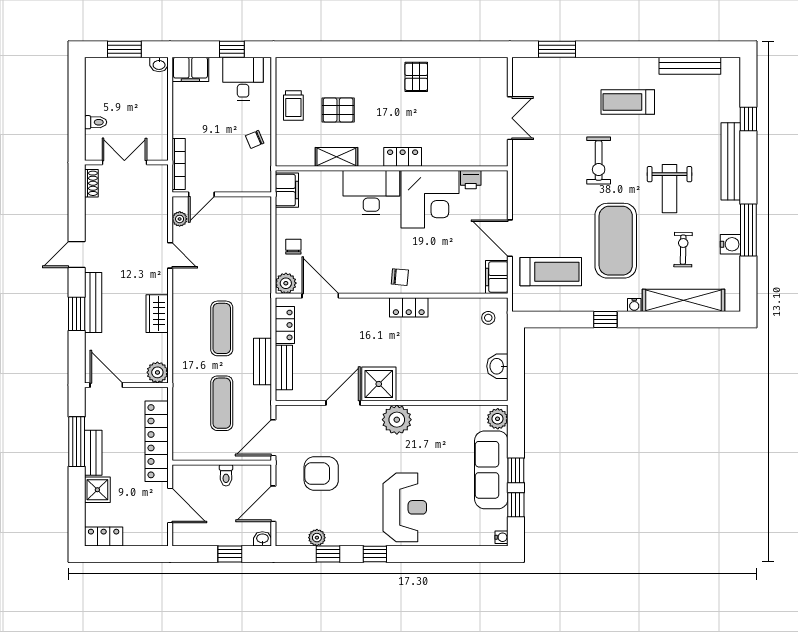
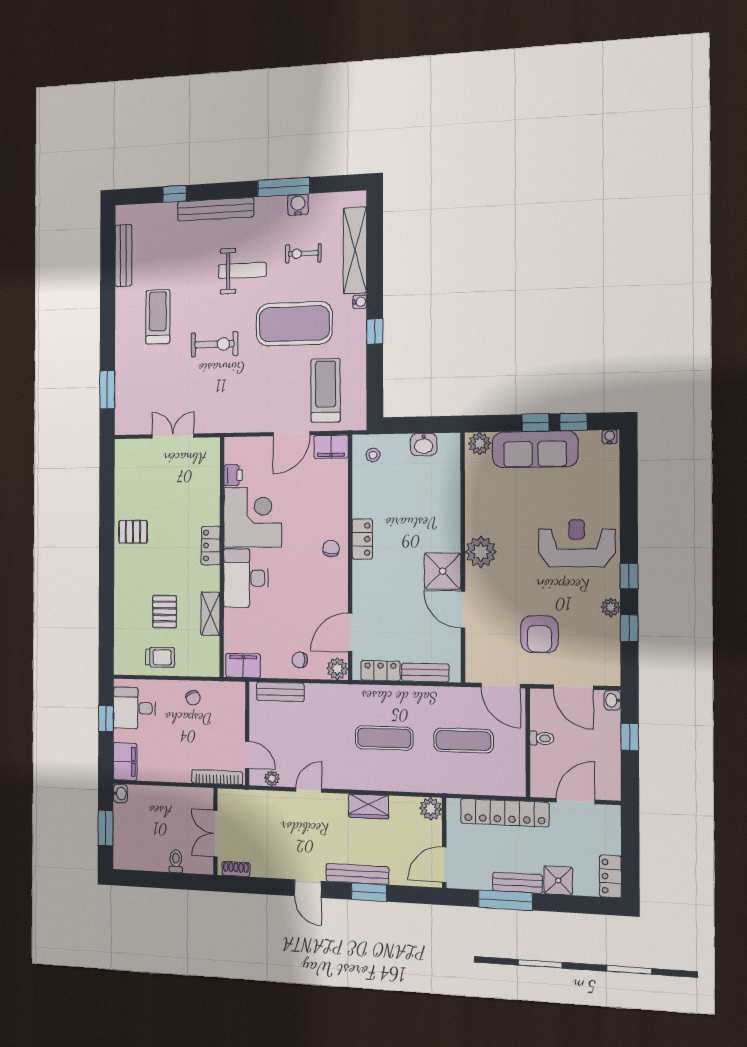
treadmill: (628, 102) -> (158, 317), turned 180
bench: (263, 362) -> (280, 692), moved
plant: (317, 538) -> (611, 607), moved

